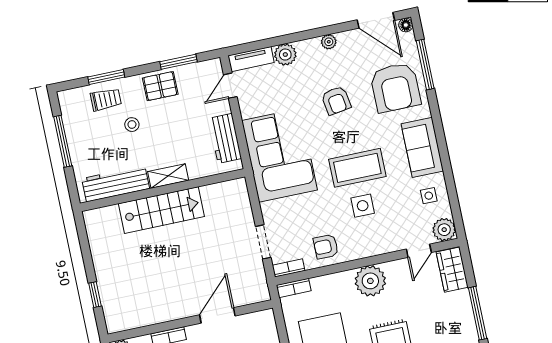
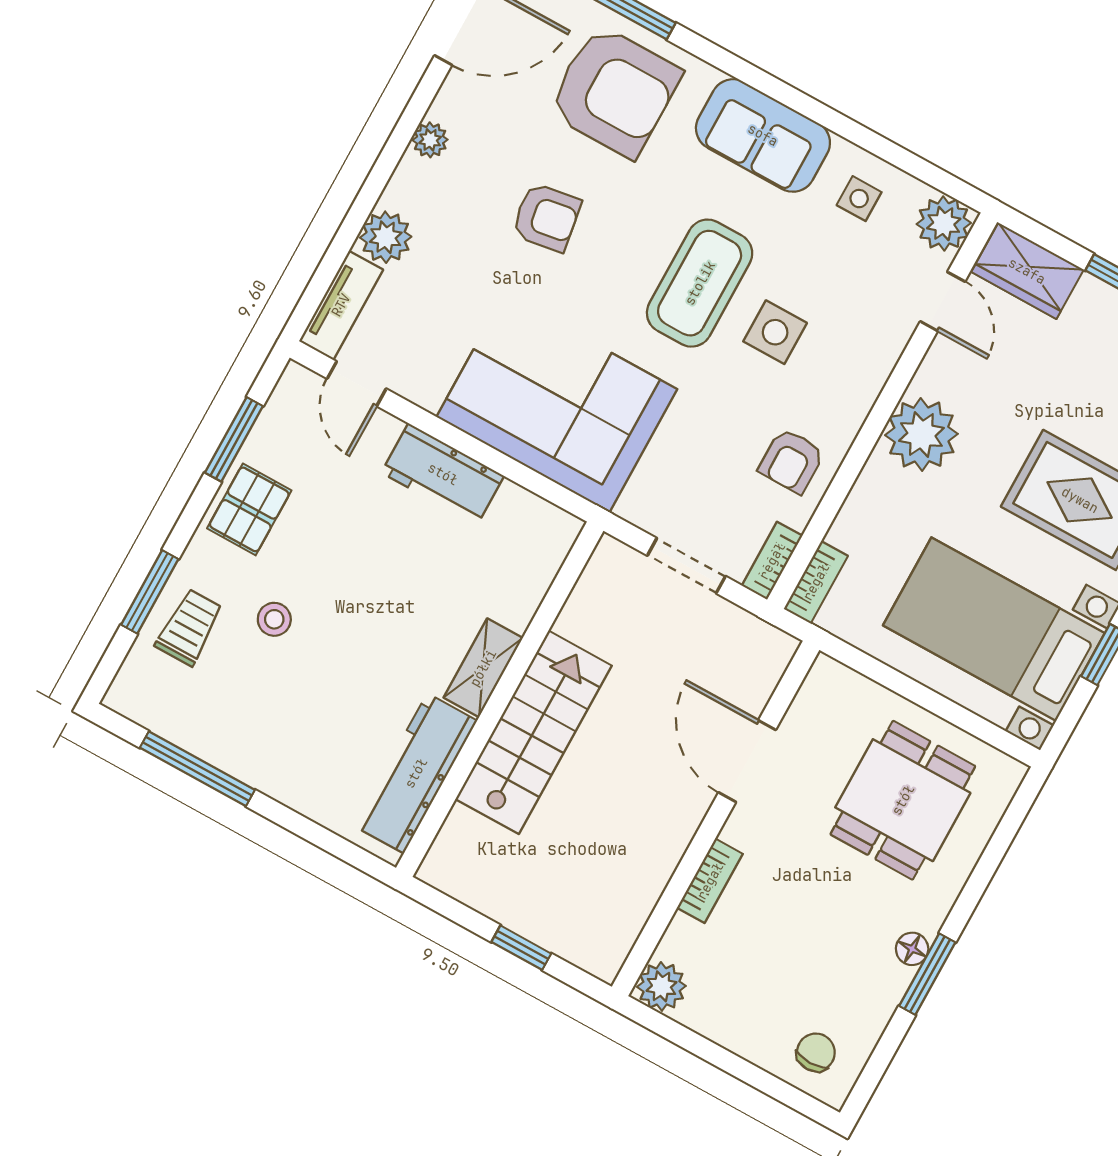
shelving: (168, 176) -> (483, 668), moved
workbench: (116, 184) -> (416, 773), moved
wall: (163, 190) -> (500, 699), moved
stairs: (161, 210) -> (534, 732), moved

